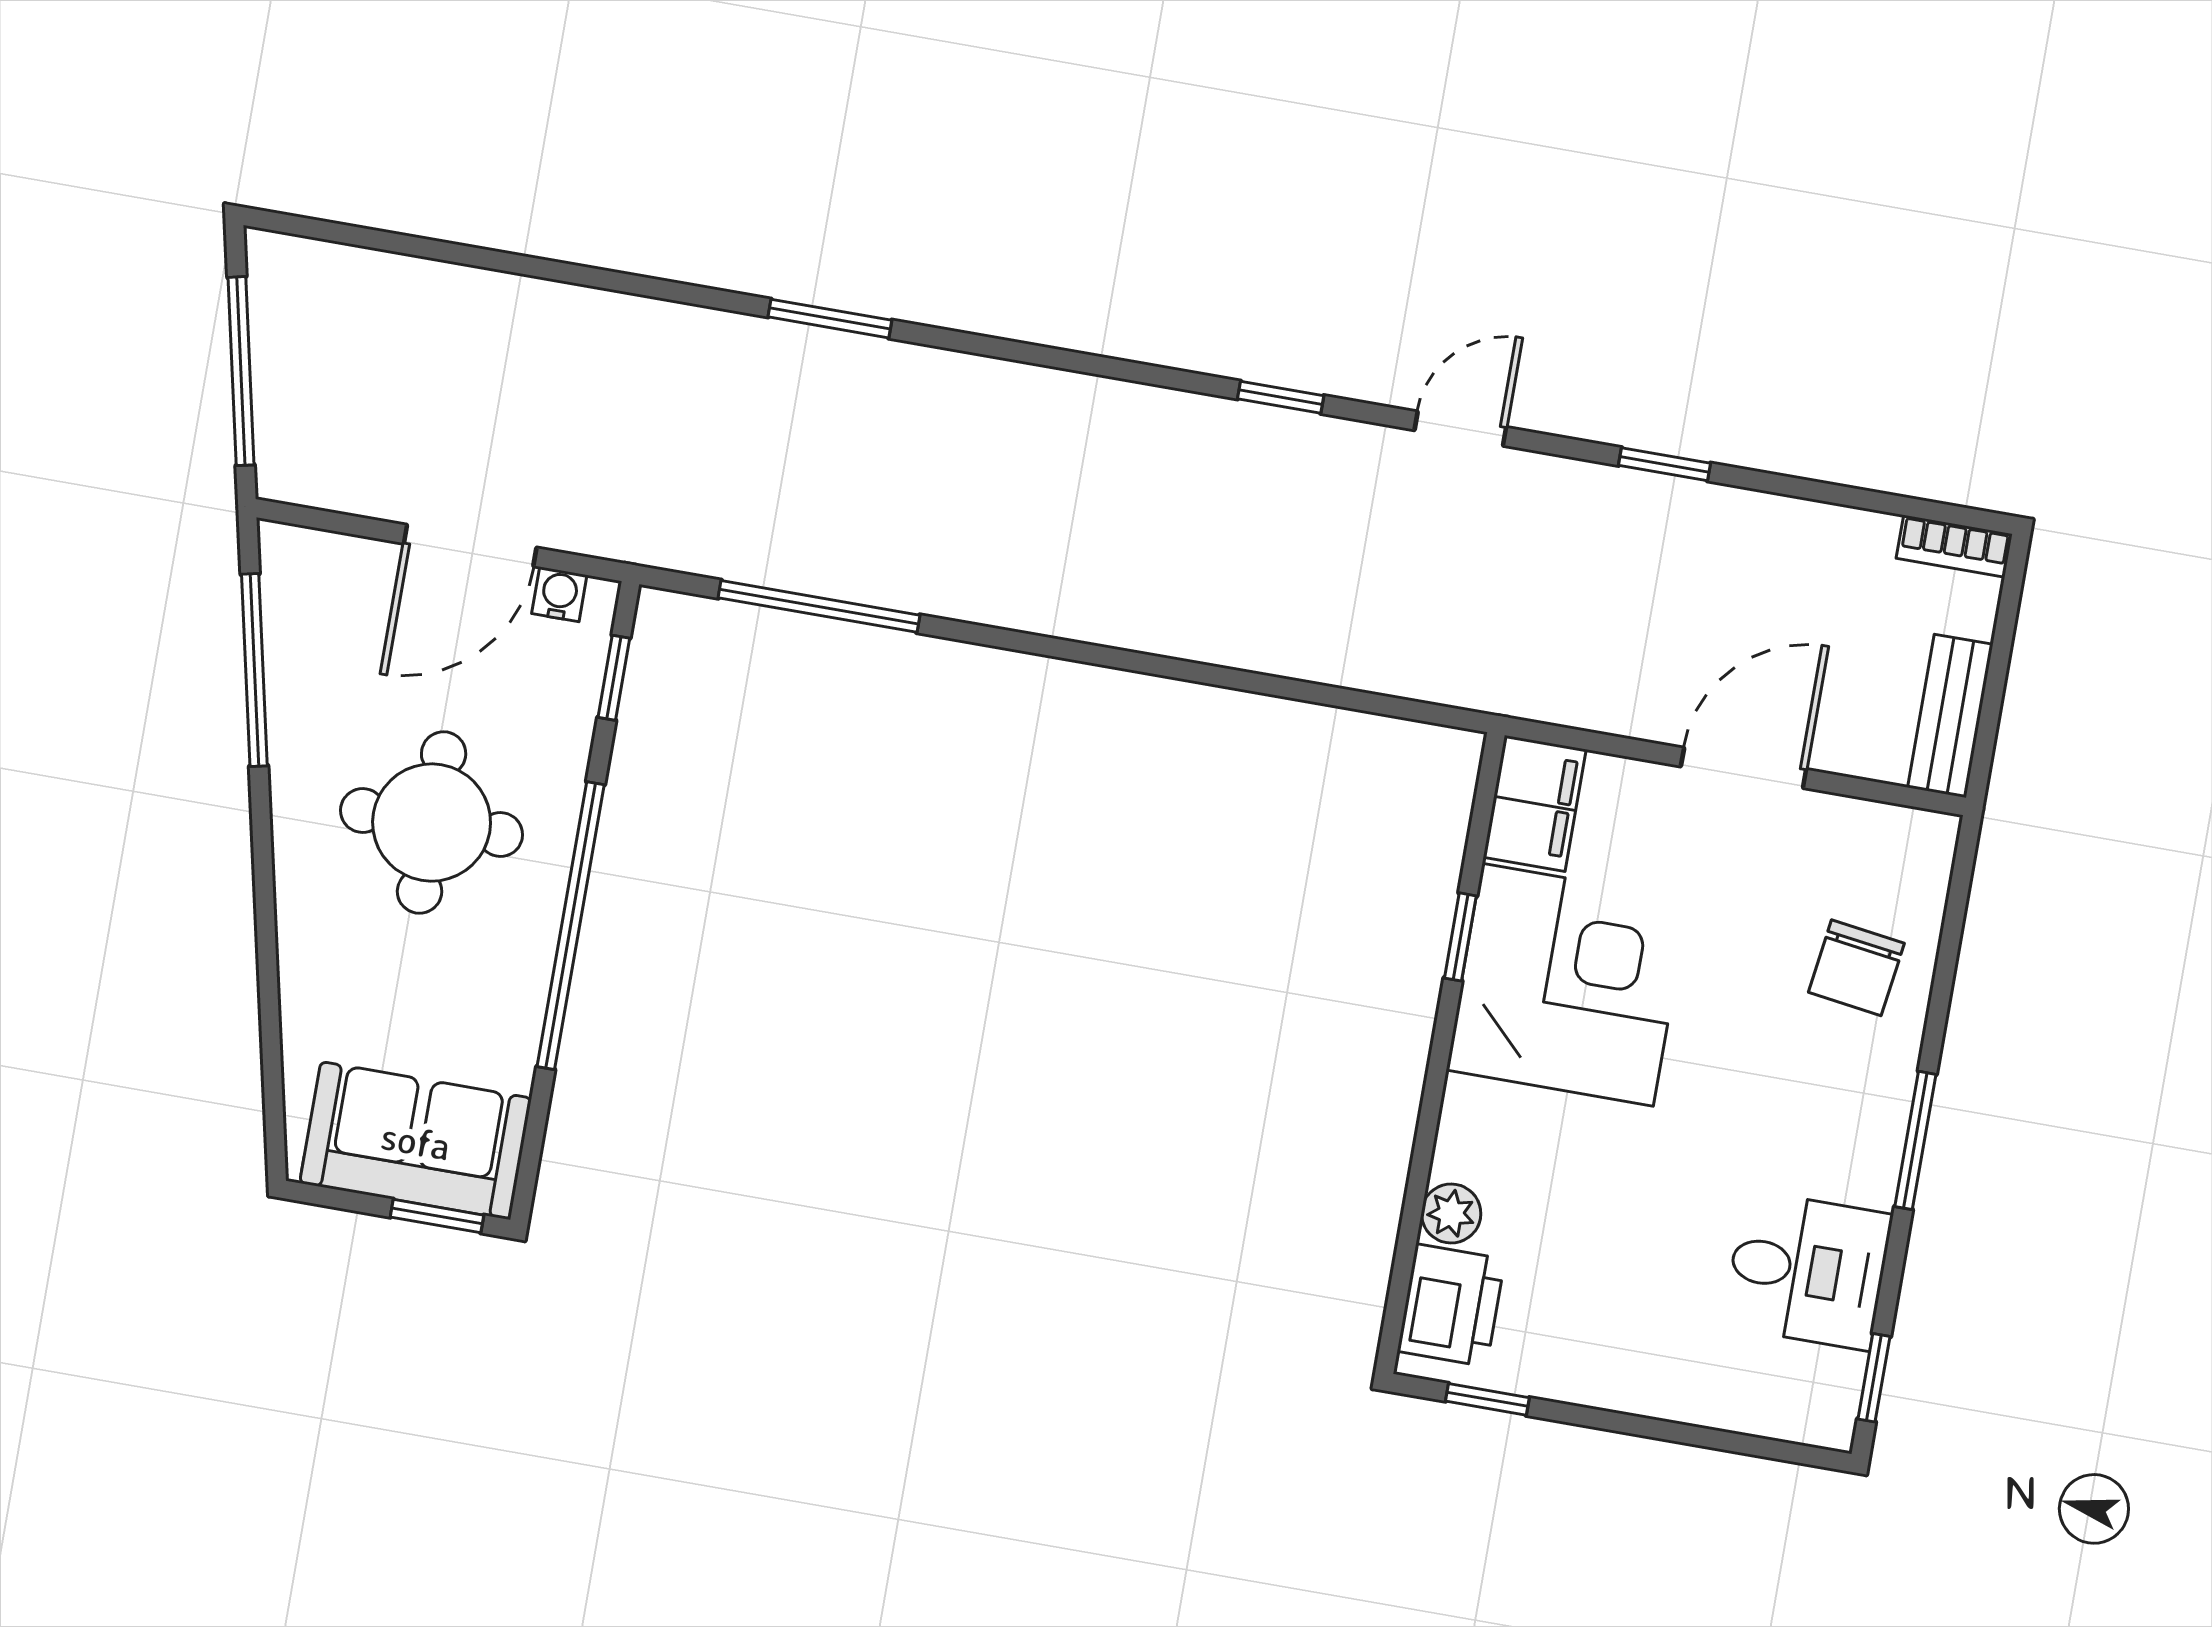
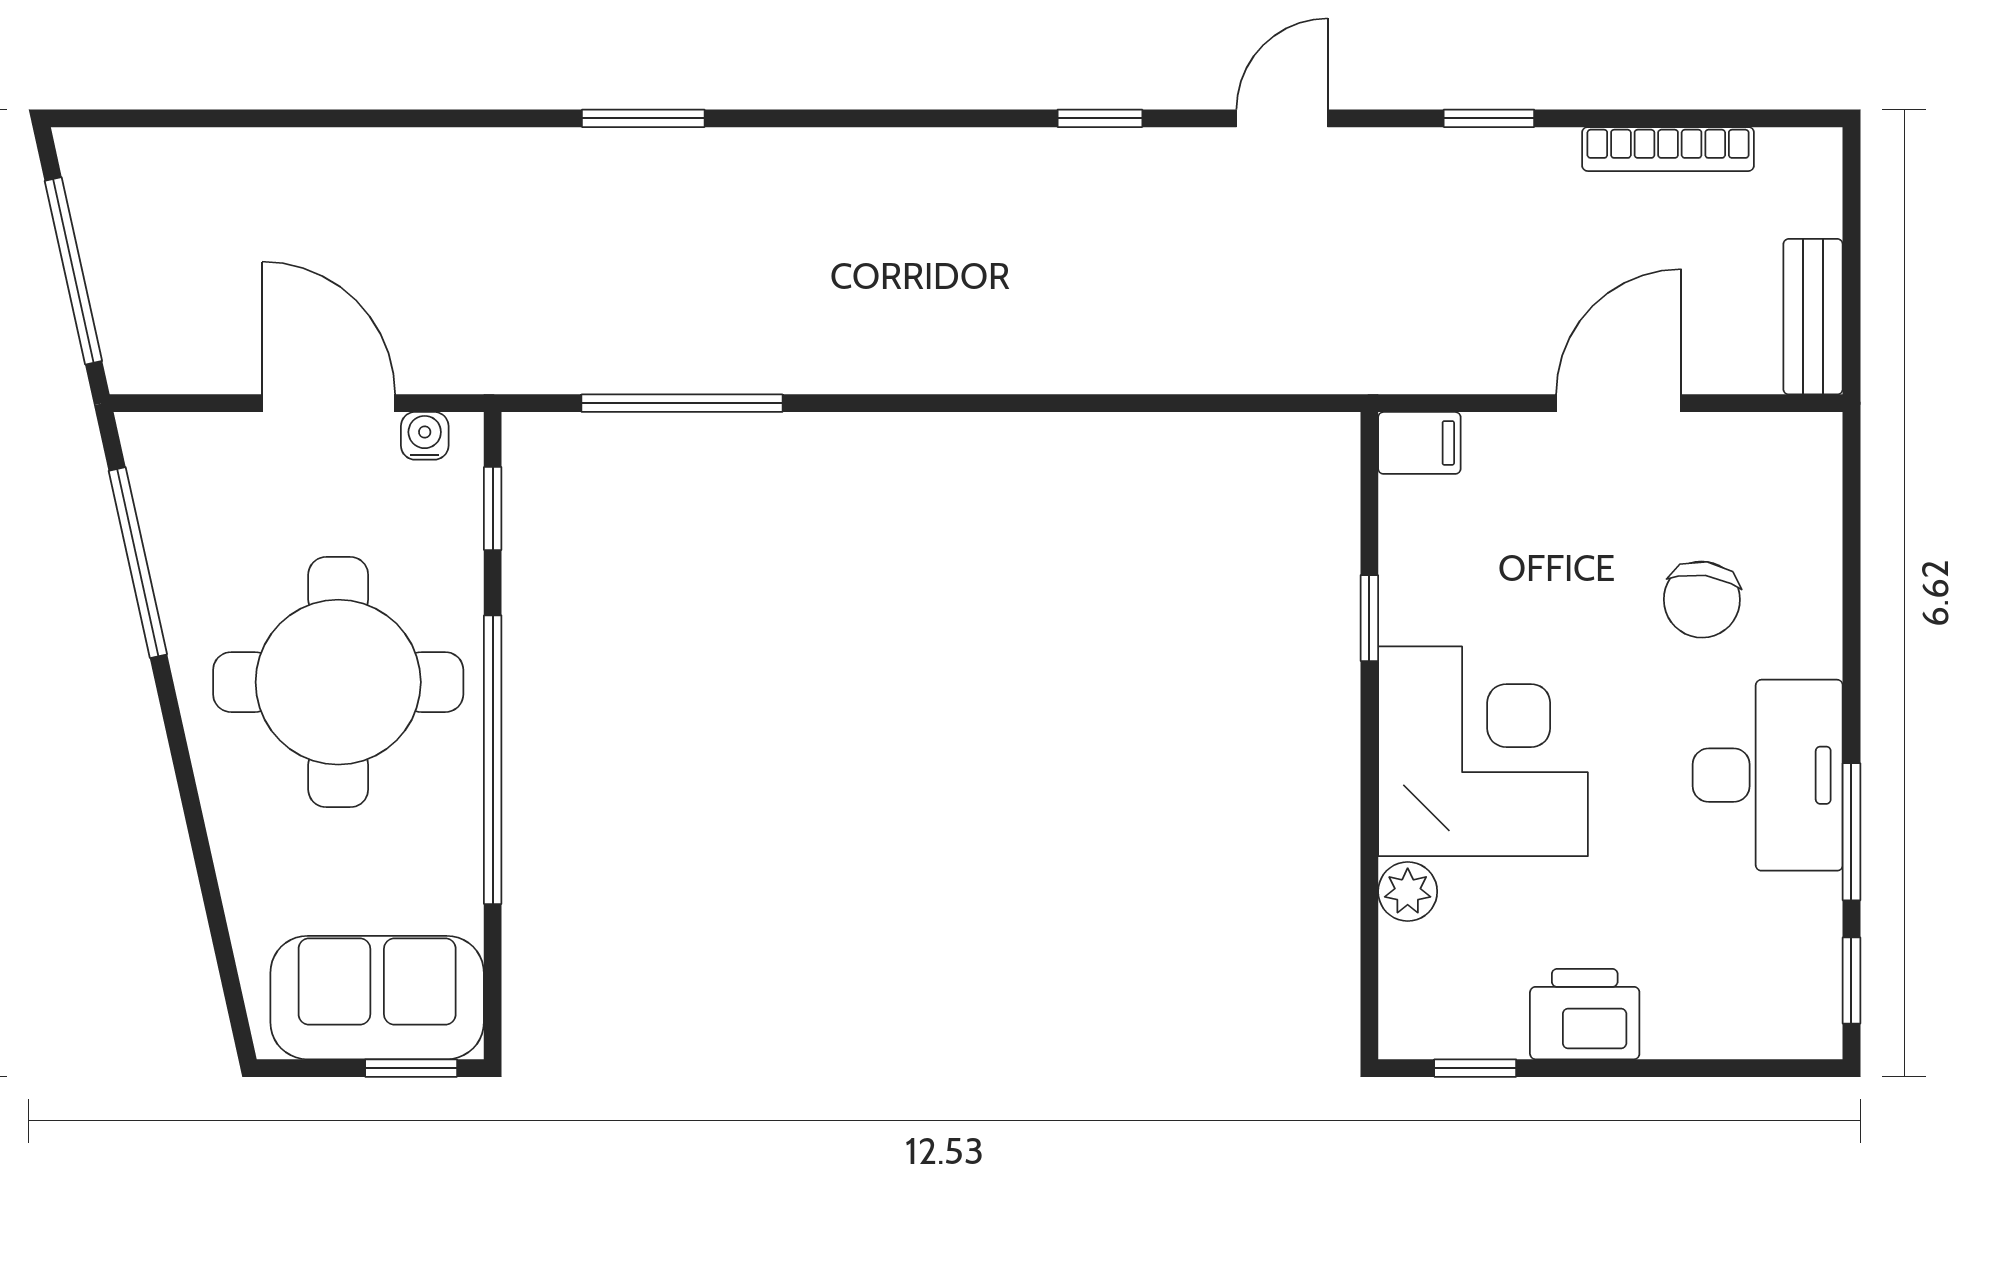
door: (470, 546) -> (329, 403), swing flipped
bookcase: (1954, 546) -> (1668, 149), moved, width x1.56
filing cabinet: (1535, 803) -> (1419, 443), width x0.50
round table: (432, 823) -> (338, 682), width x1.36, depth x1.36
chair: (1856, 968) -> (1702, 600), moved
corner desk: (1568, 985) -> (1483, 751), moved
window: (1915, 1140) -> (1851, 832), moved
desk: (1807, 1270) -> (1768, 775), moved, width x1.37
printer: (1451, 1305) -> (1585, 1014), moved, turned -90

